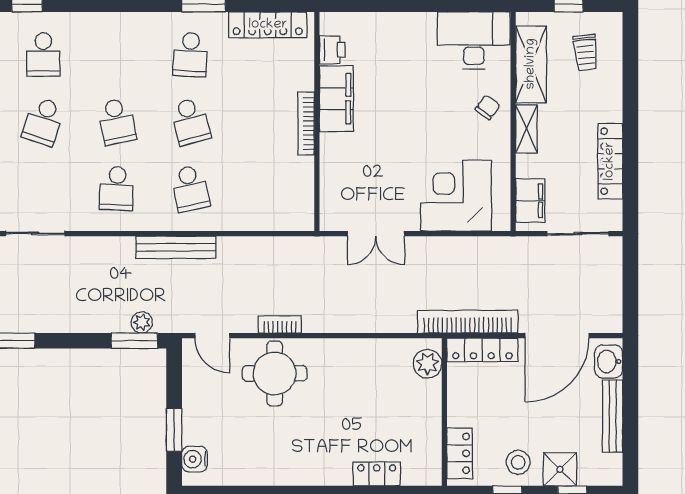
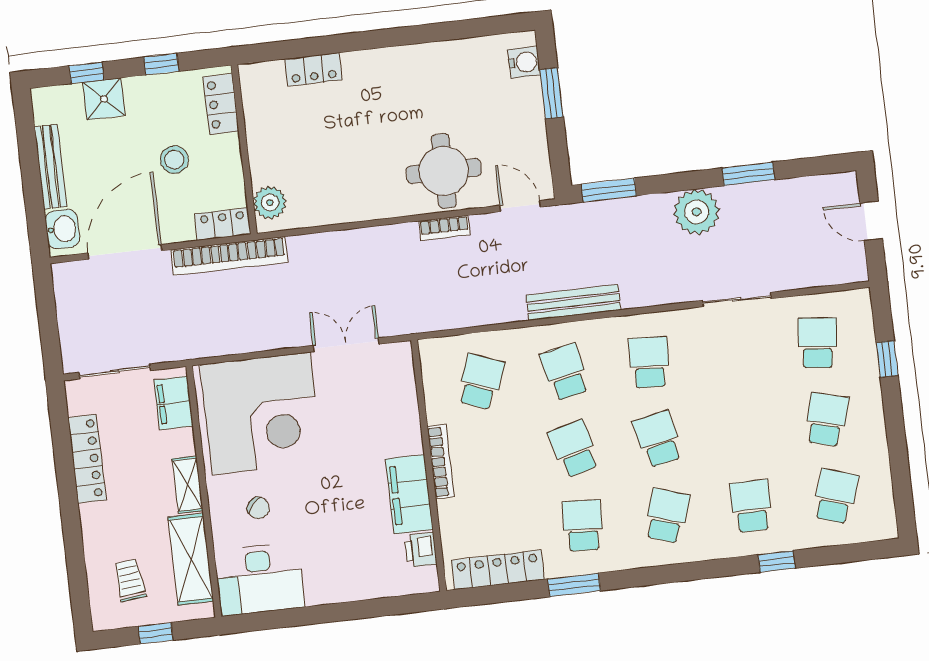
chair: (488, 107) -> (258, 508), moved, turned -84
school desk: (43, 121) -> (667, 516), moved
school desk: (264, 188) -> (481, 382), added
corner desk: (456, 196) -> (261, 414), width x1.36, depth x1.36
plant: (142, 322) -> (697, 212), moved, width x1.87, depth x1.87
locker: (482, 350) -> (223, 224), width x0.66
stool: (518, 462) -> (174, 160), moved

